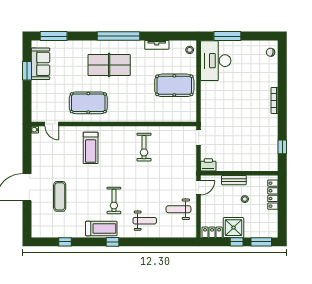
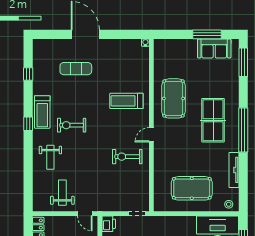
tv unit: (157, 45) -> (234, 170), width x1.41
window: (27, 71) -> (207, 34), width x1.44
pool table: (174, 85) -> (192, 188), turned 90
door: (52, 124) -> (151, 135), moved

